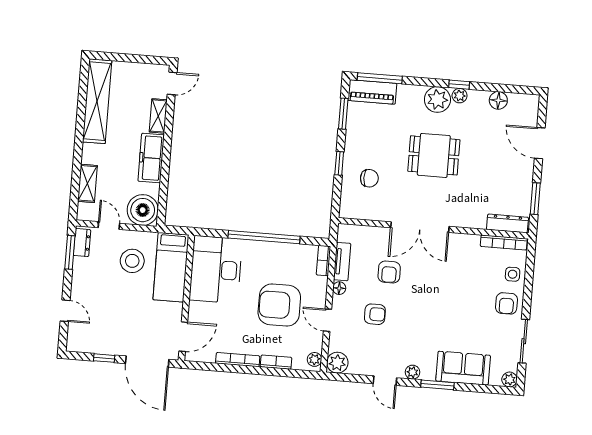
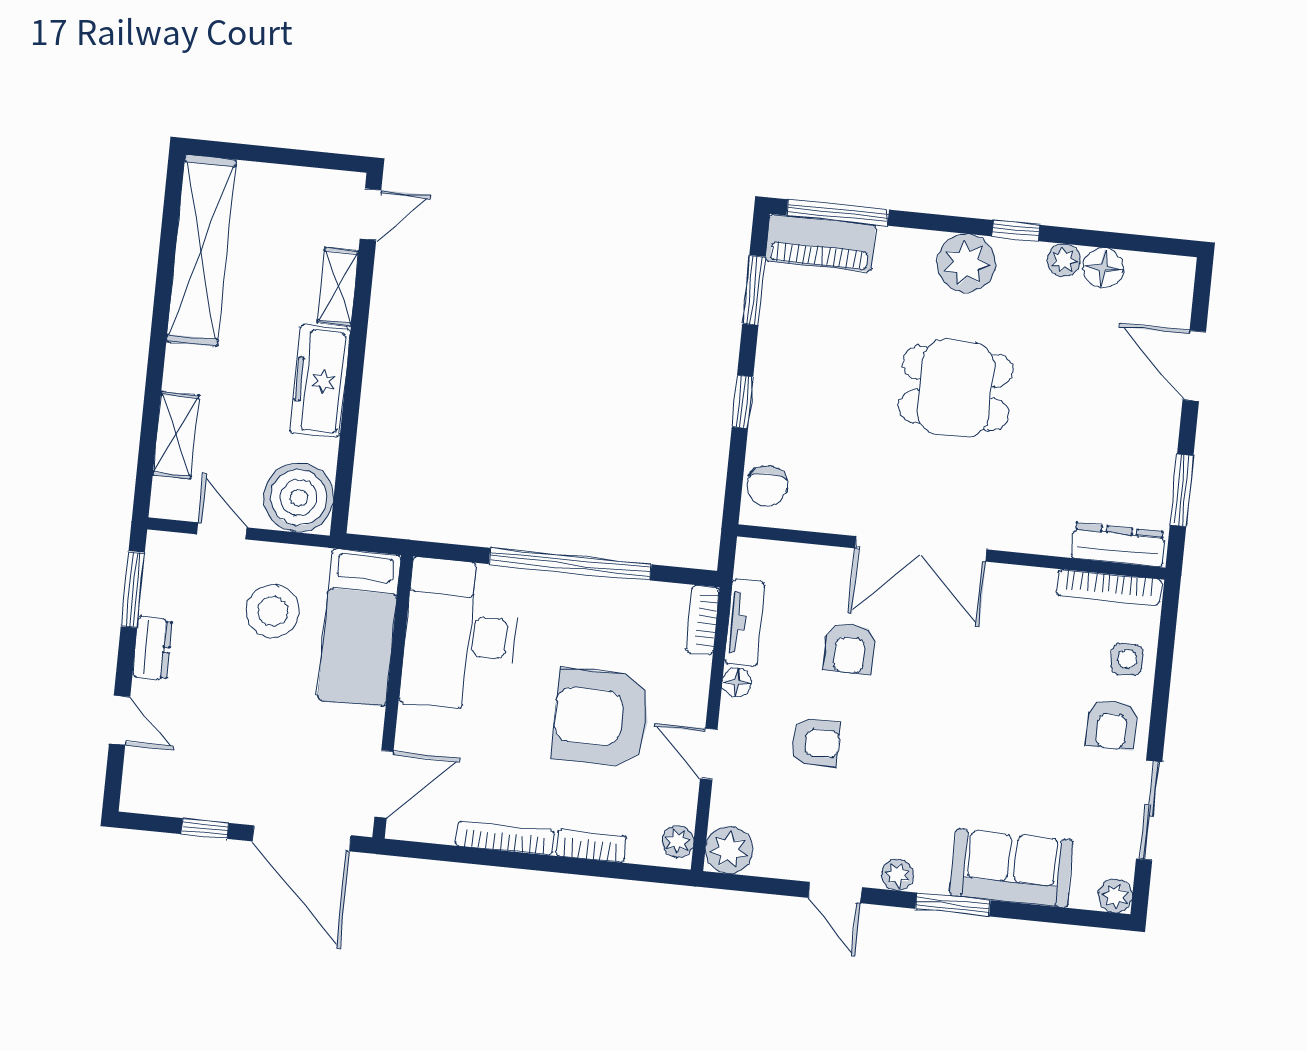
plant: (460, 96) -> (1064, 260), moved
chair: (369, 178) -> (767, 486), moved, turned 91
dresser: (82, 243) -> (152, 648), moved

